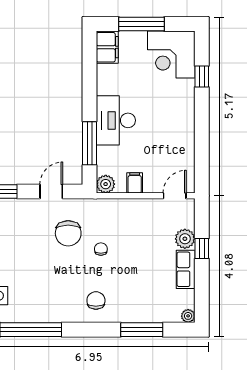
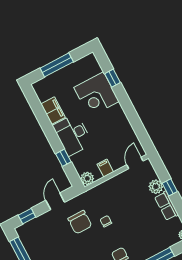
filing cabinet: (107, 47) -> (53, 111), moved
corner desk: (171, 55) -> (96, 94), moved
window: (90, 143) -> (63, 158), width x0.46

